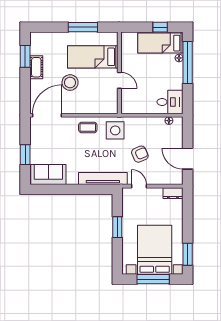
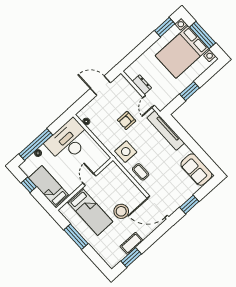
bed: (160, 43) -> (49, 187), moved, turned 180
desk: (170, 102) -> (68, 141), width x1.87, depth x1.30
armchair: (140, 154) -> (127, 121), turned -67
window: (25, 155) -> (189, 204), moved
door: (188, 159) -> (100, 86), swing flipped
dresser: (173, 193) -> (142, 85), moved

